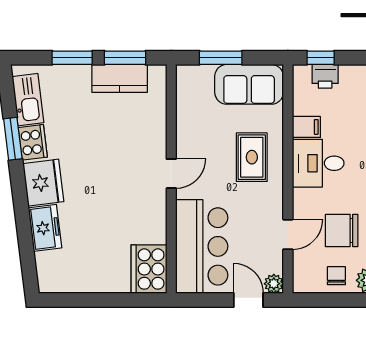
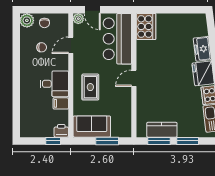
printer: (325, 76) -> (61, 131), moved
chair: (342, 231) -> (42, 47), width x0.54, depth x0.54

